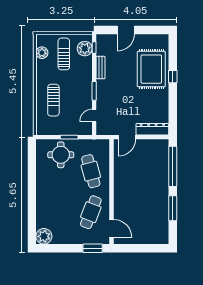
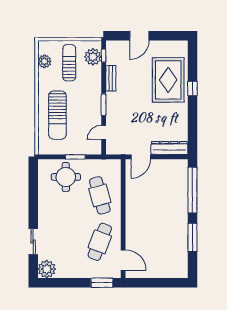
sun lounger: (53, 100) -> (57, 115), width x1.36, depth x1.34
sliding door: (32, 212) -> (33, 241), added

